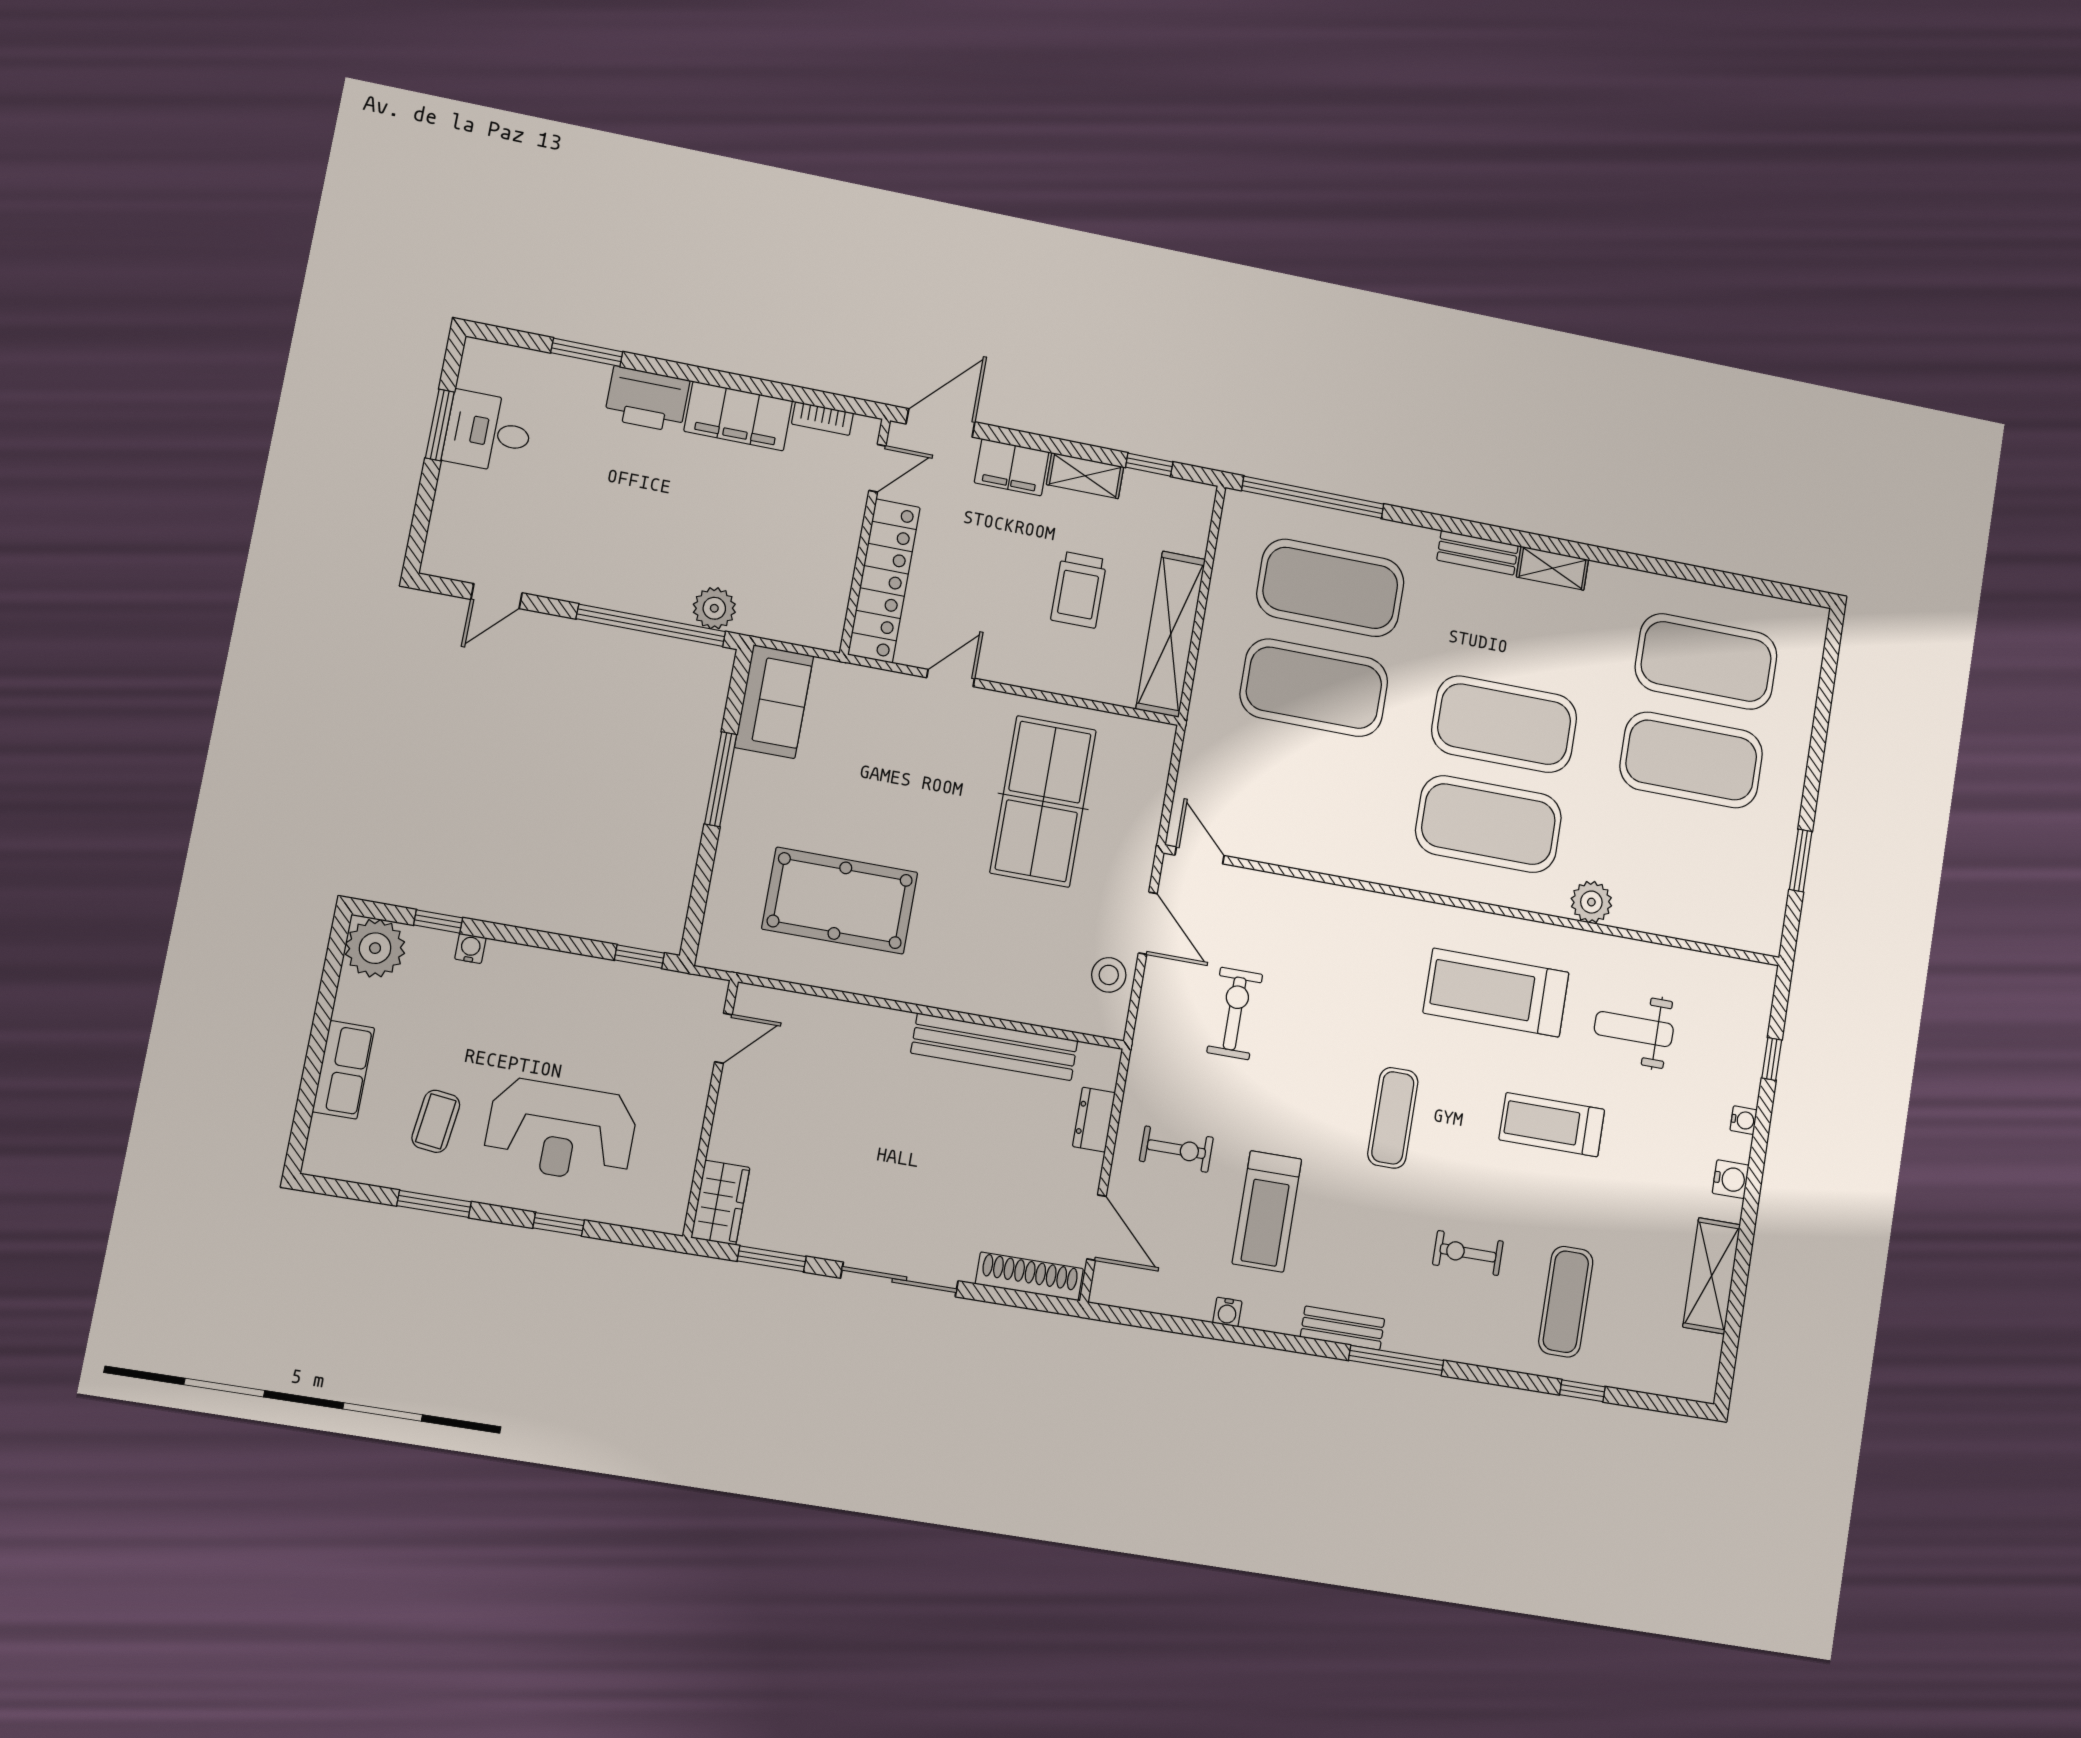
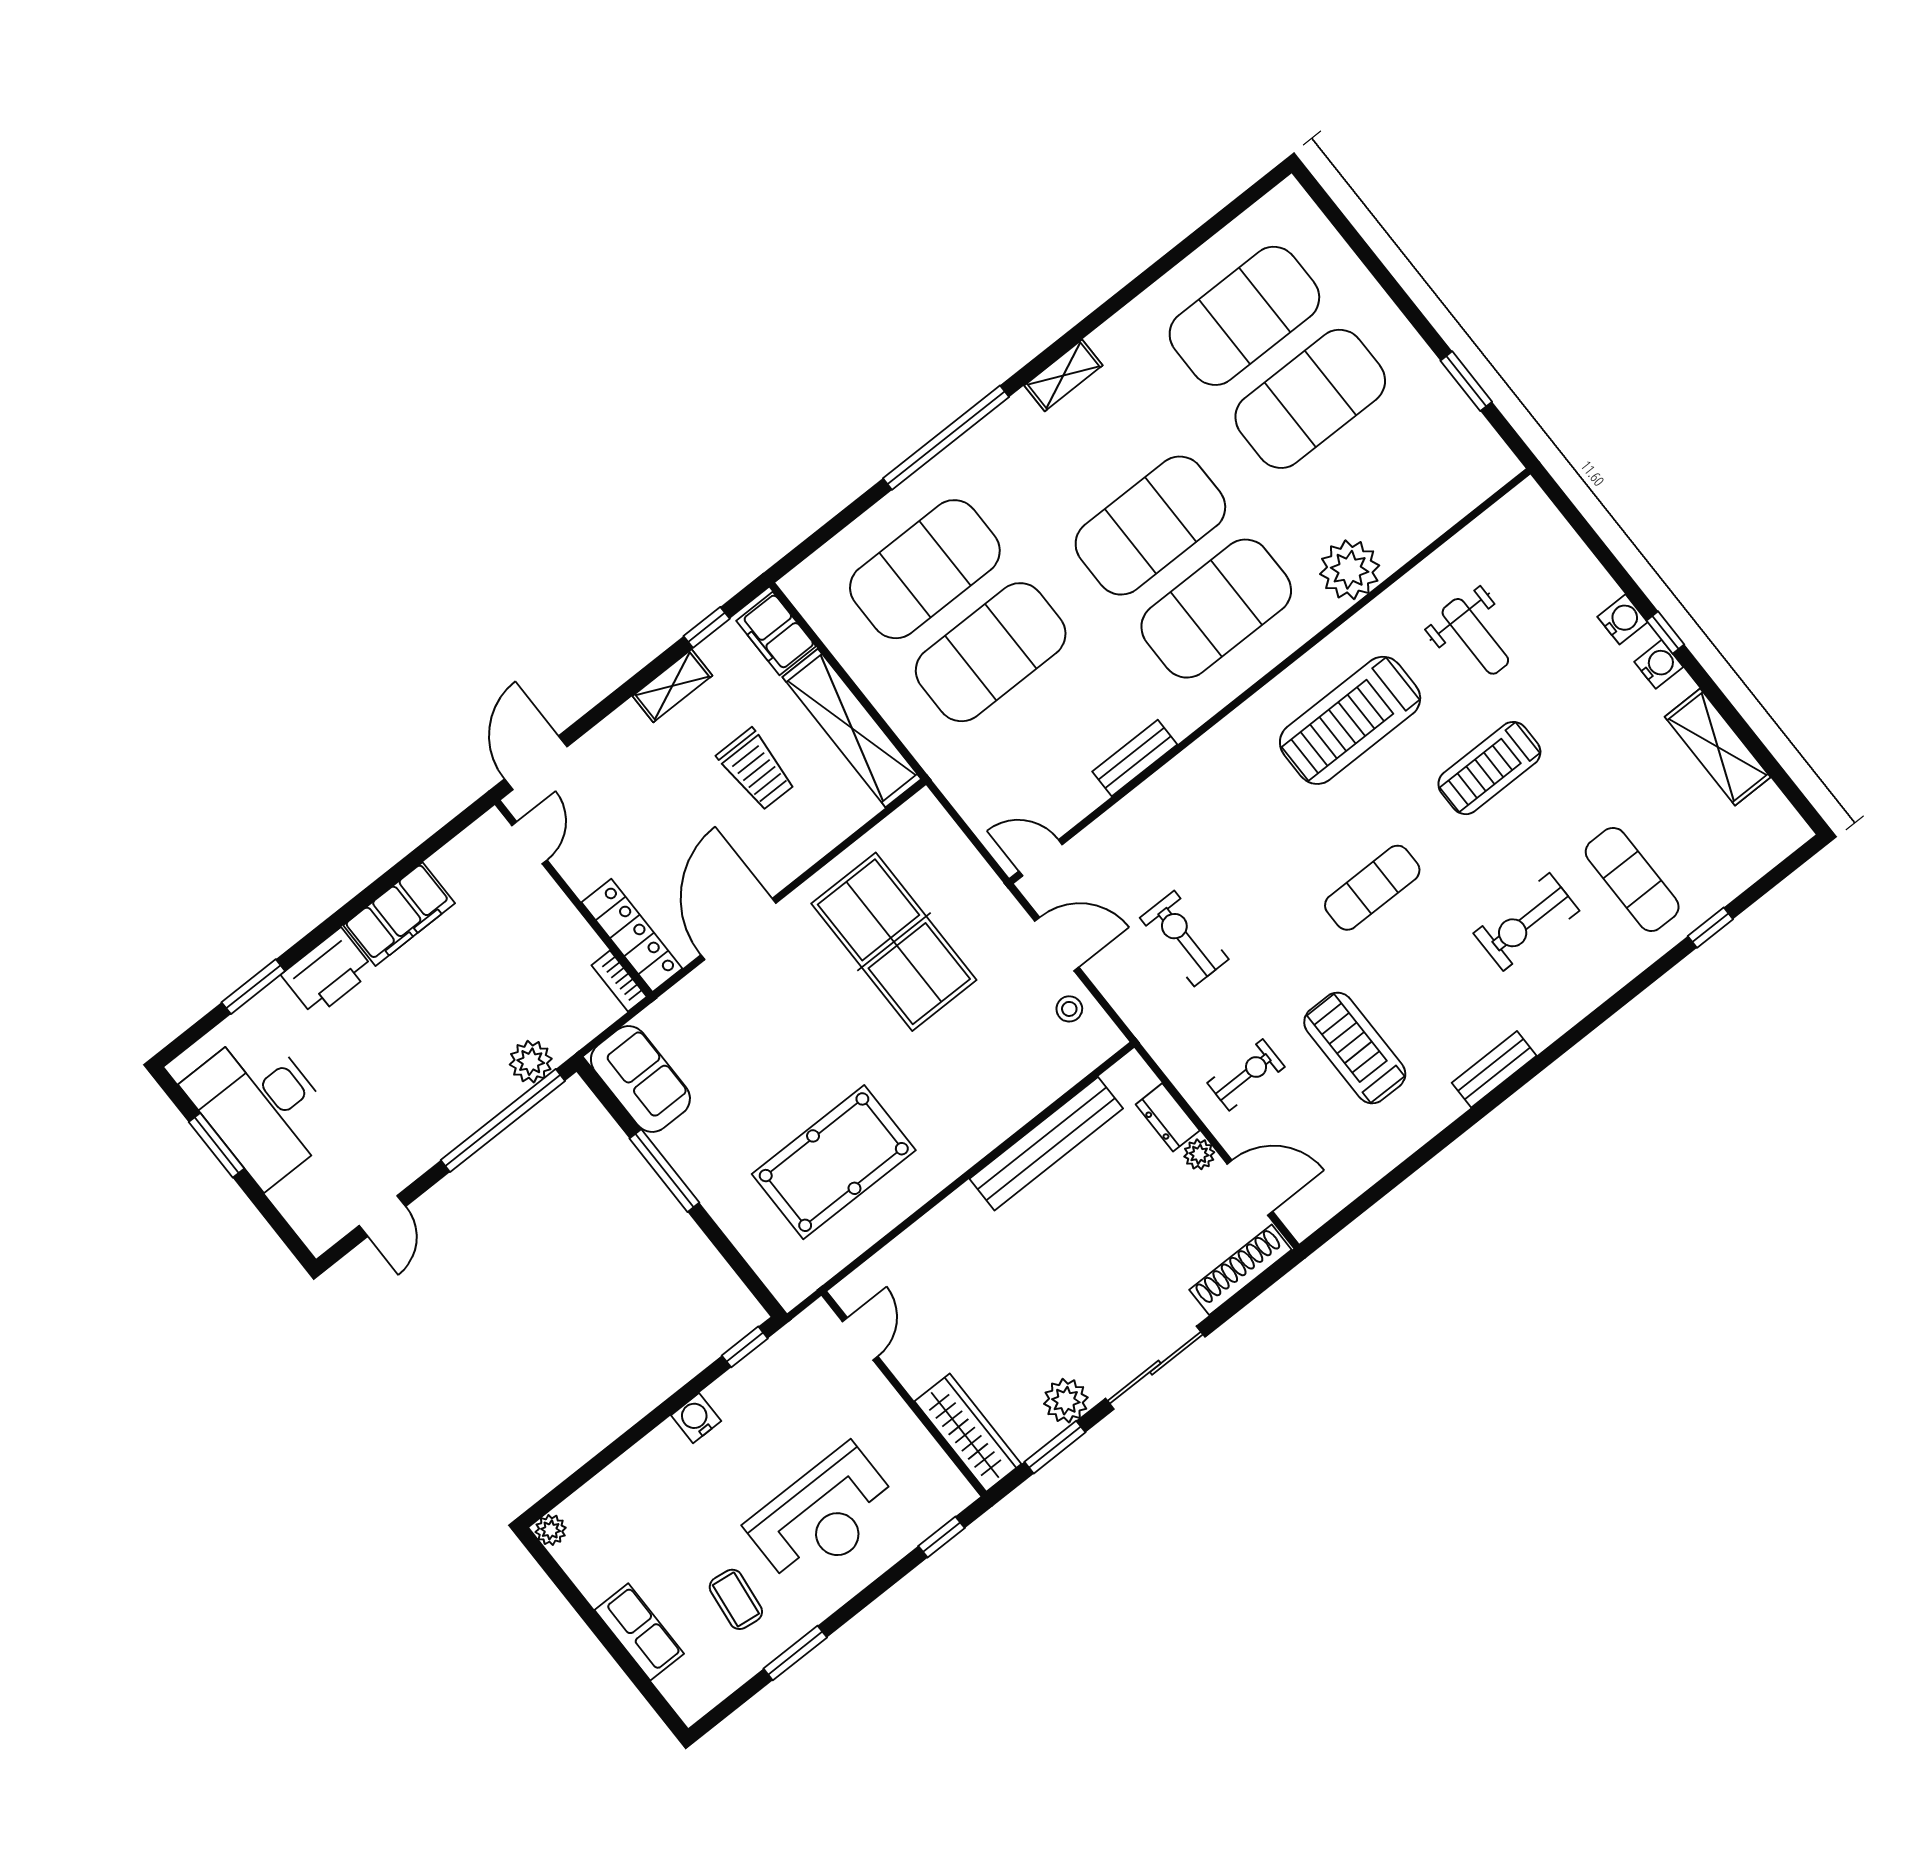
bookcase: (822, 419) -> (619, 981), moved, turned 90
desk: (488, 432) -> (262, 1106), width x1.87, depth x1.30
filing cabinet: (1012, 467) -> (776, 633), moved, turned 90
window: (1313, 497) -> (946, 438), moved
bench: (1478, 553) -> (1135, 758), moved
locker: (884, 581) -> (632, 935), width x0.71, depth x0.83
door: (951, 678) -> (738, 929), width x1.88
plant: (1591, 902) -> (1350, 570), width x1.36, depth x1.36
window: (438, 921) -> (590, 1470), removed
plant: (375, 948) -> (551, 1530), width x0.53, depth x0.53
water cooler: (470, 948) -> (696, 1418), moved, width x1.38, depth x1.38
stool: (1109, 975) -> (1069, 1009), width x0.73, depth x0.73
weight bench: (1634, 1029) -> (1475, 636), turned -90
window: (1772, 1059) -> (1665, 632), moved
exercise mat: (1393, 1118) -> (1372, 888), turned 90
water cooler: (1744, 1120) -> (1622, 619), width x1.38, depth x1.38
plant: (1087, 1168) -> (1199, 1154), added
wardrobe: (720, 1203) -> (968, 1433), width x1.50
treadmill: (1267, 1211) -> (1355, 1048), turned 180
window: (559, 1224) -> (942, 1537), moved
plant: (814, 1235) -> (1066, 1401), added
exercise bike: (1468, 1253) -> (1526, 922), width x1.38, depth x1.39
water cooler: (1227, 1312) -> (1402, 1146), removed
window: (1396, 1360) -> (1556, 1050), removed

